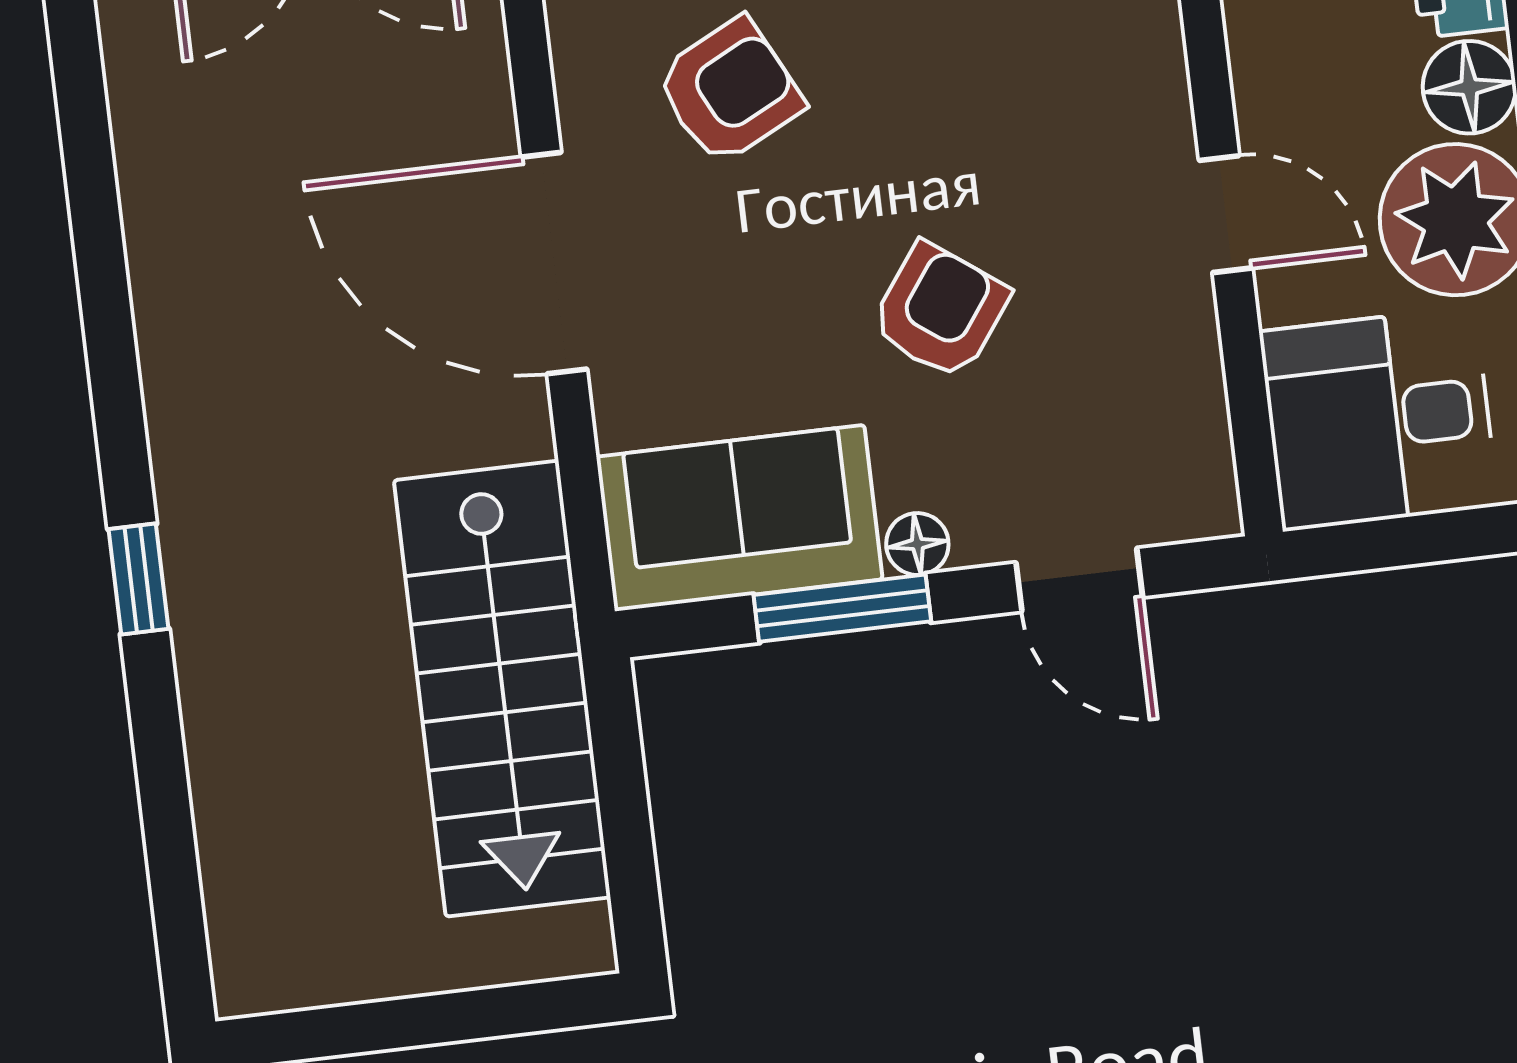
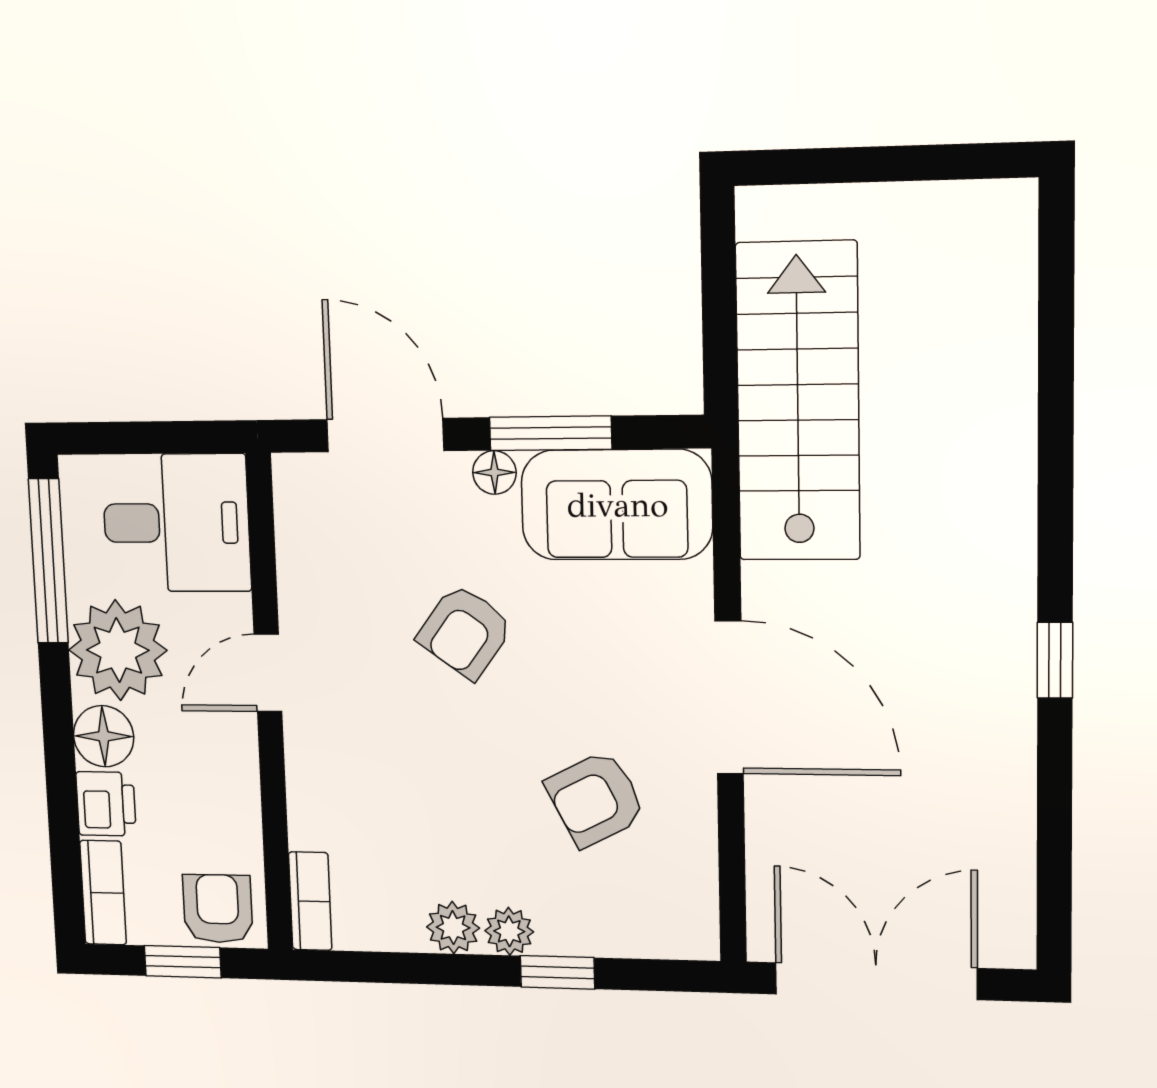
door: (1226, 214) -> (268, 673), hinge flipped
window: (138, 579) -> (1055, 660), moved
door: (1079, 580) -> (385, 435), width x1.38

